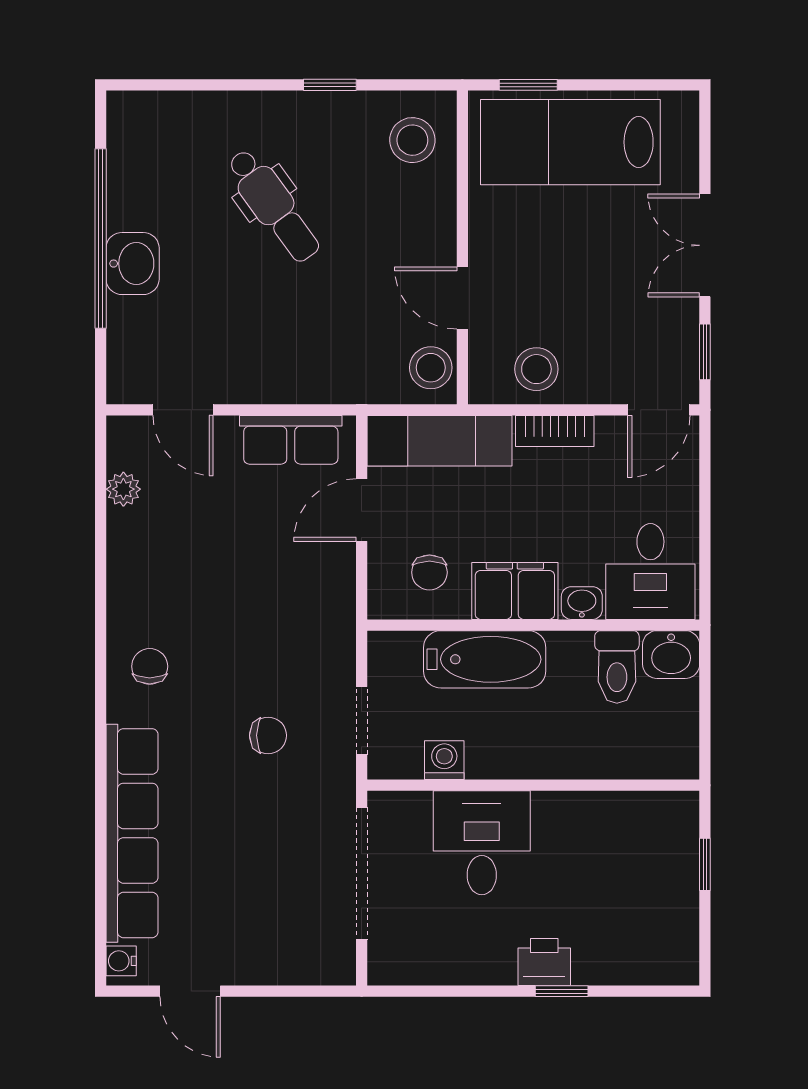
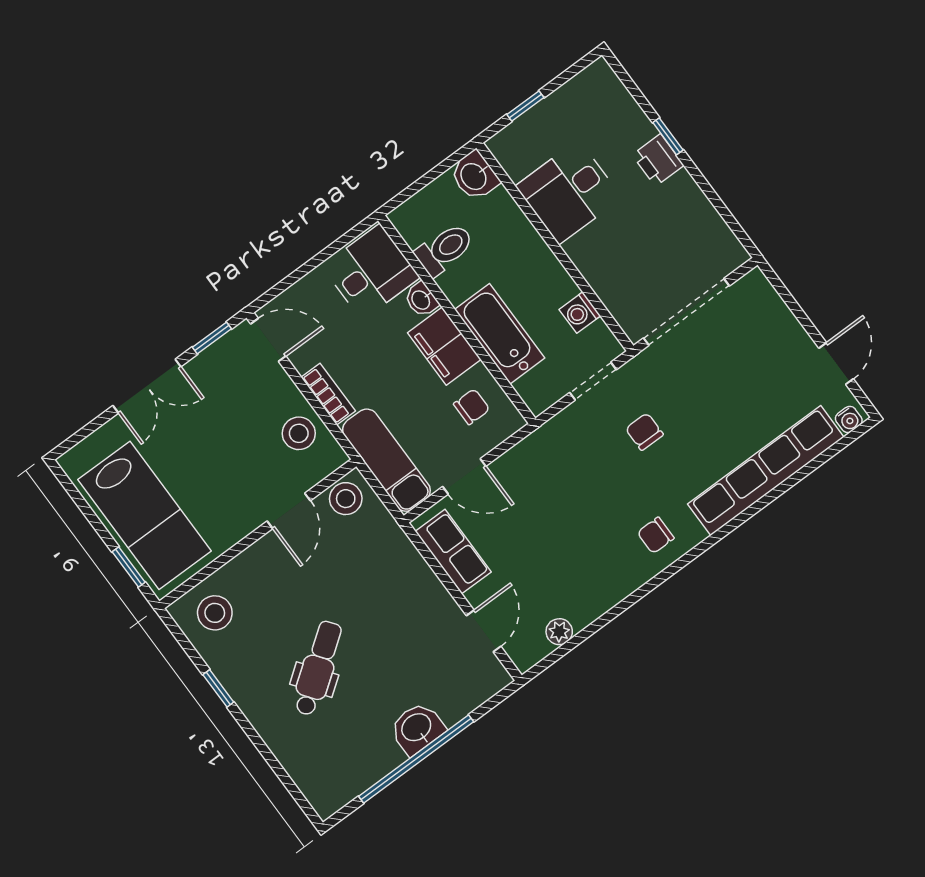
washbasin: (671, 655) -> (474, 176), moved, turned 180
desk: (482, 843) -> (569, 192), moved

